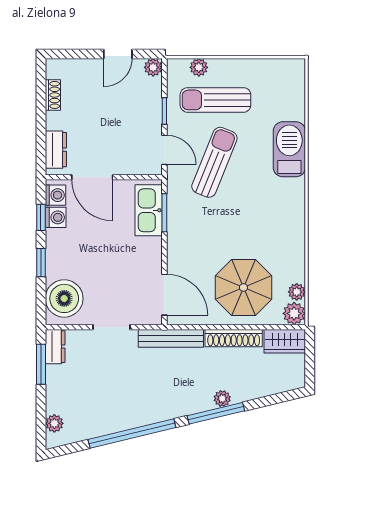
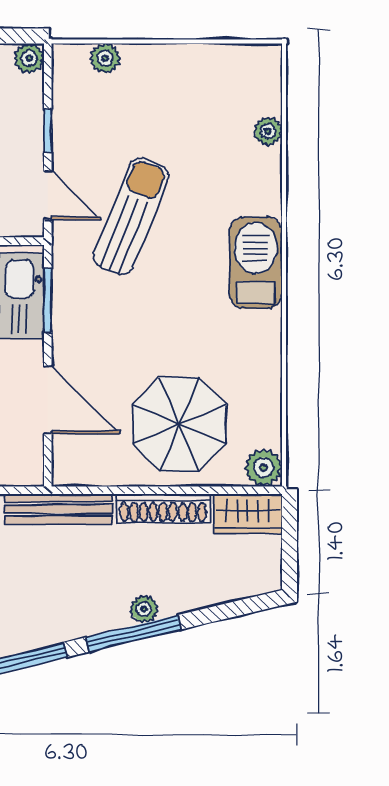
sun lounger: (215, 100) -> (133, 113), removed
barbecue: (289, 149) -> (256, 263), moved
plant: (297, 292) -> (268, 131), moved
door: (164, 295) -> (48, 400), moved

